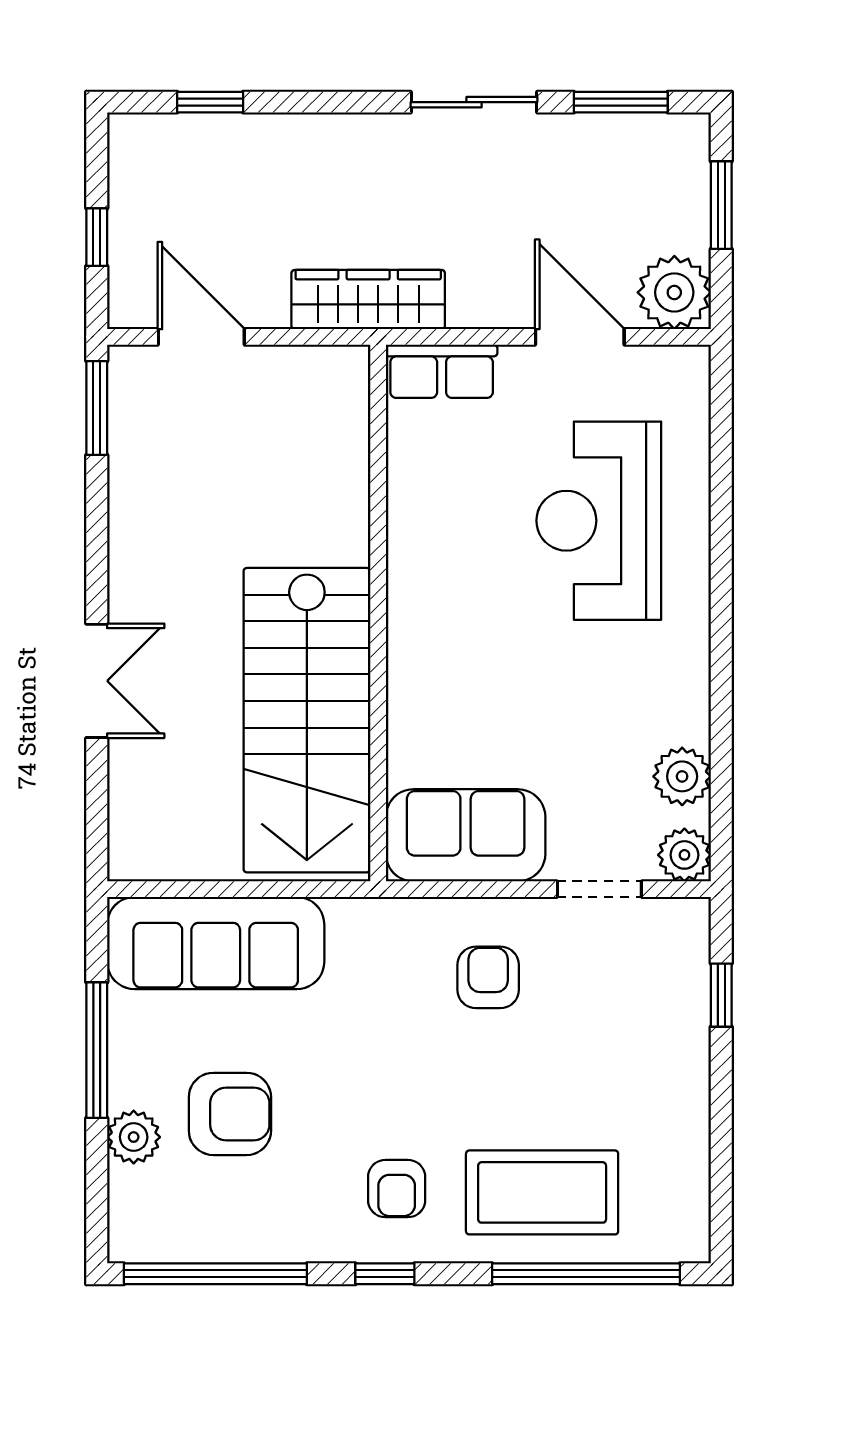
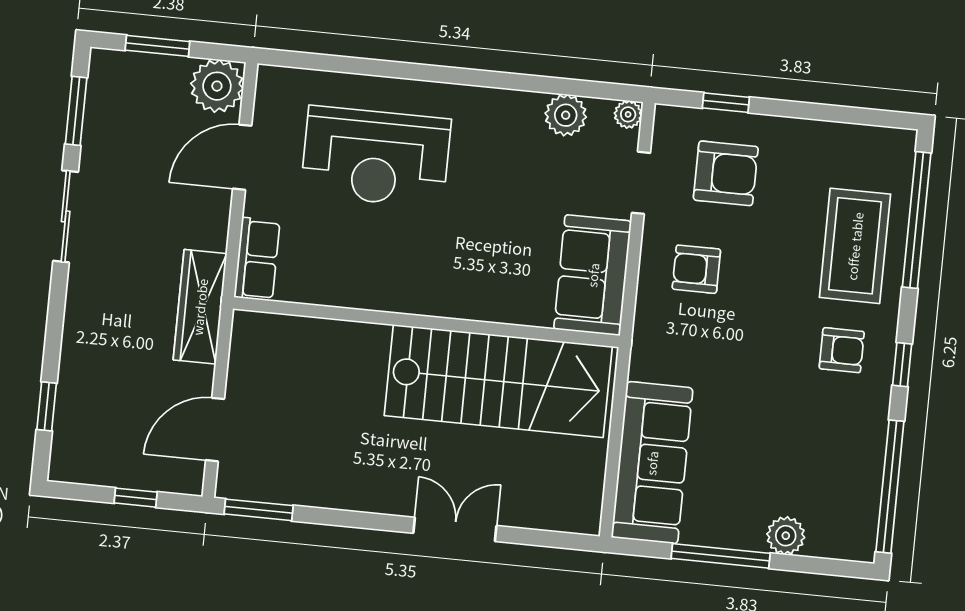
plant: (684, 855) -> (628, 114), width x0.73, depth x0.73
armchair: (230, 1114) -> (726, 173), moved, turned 90

